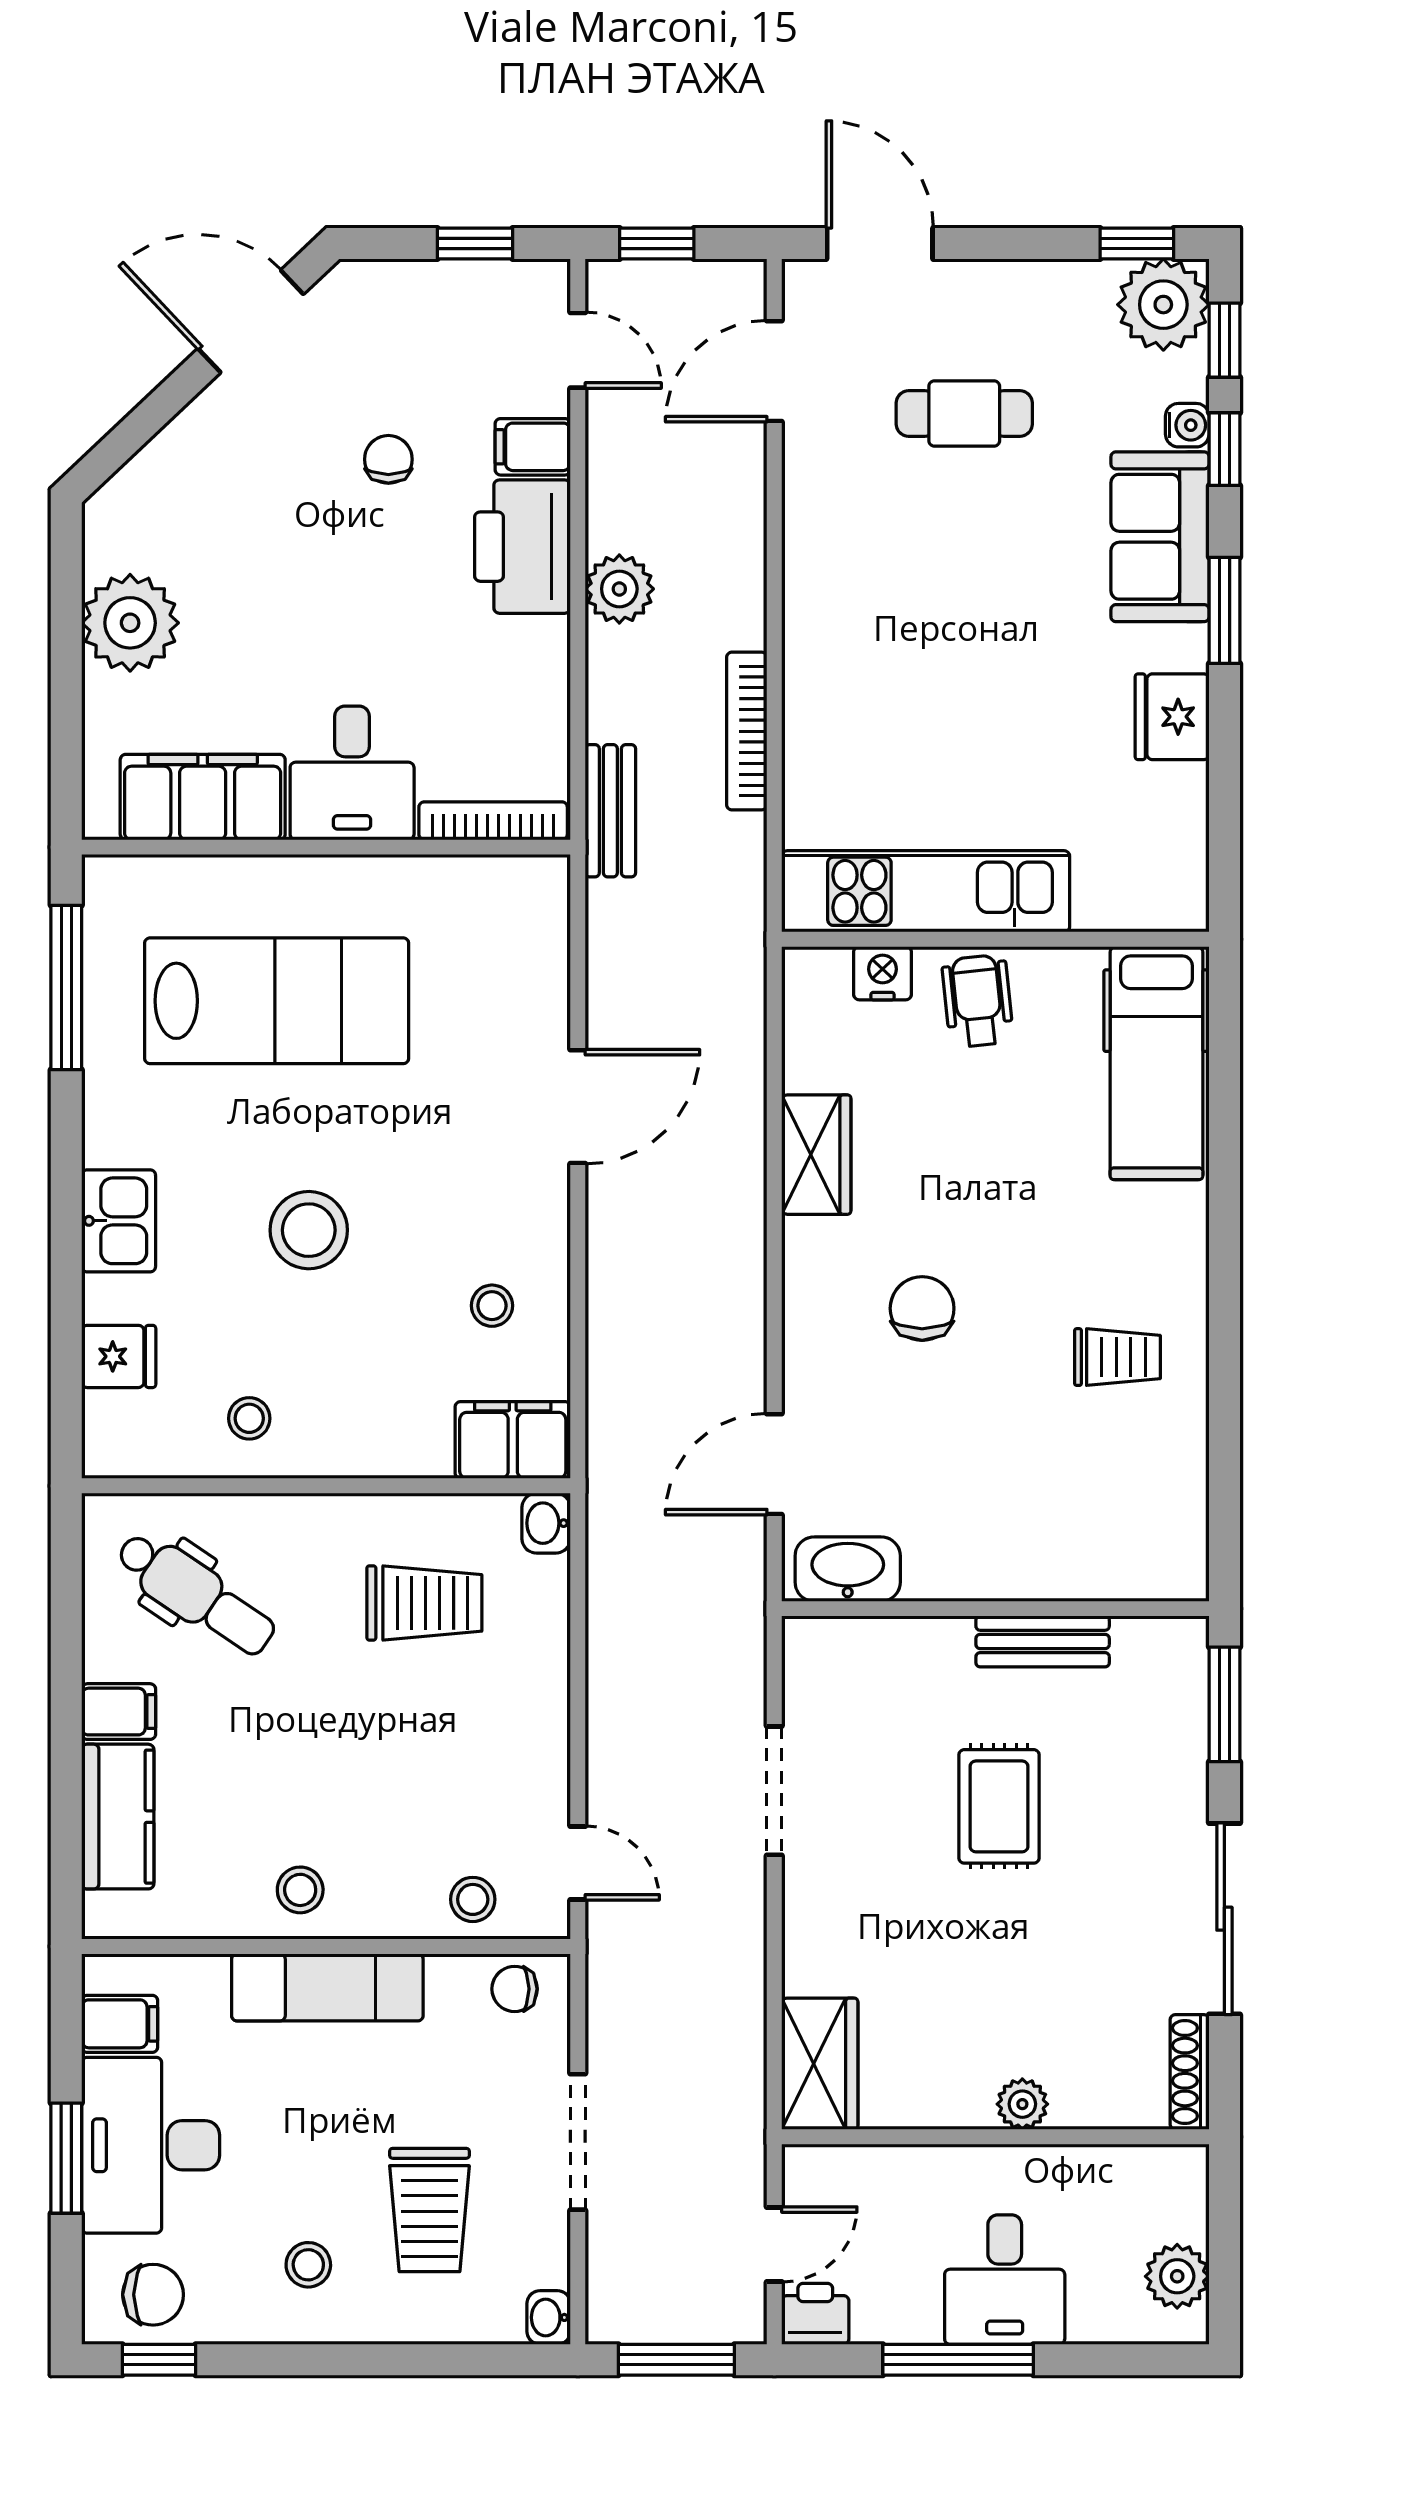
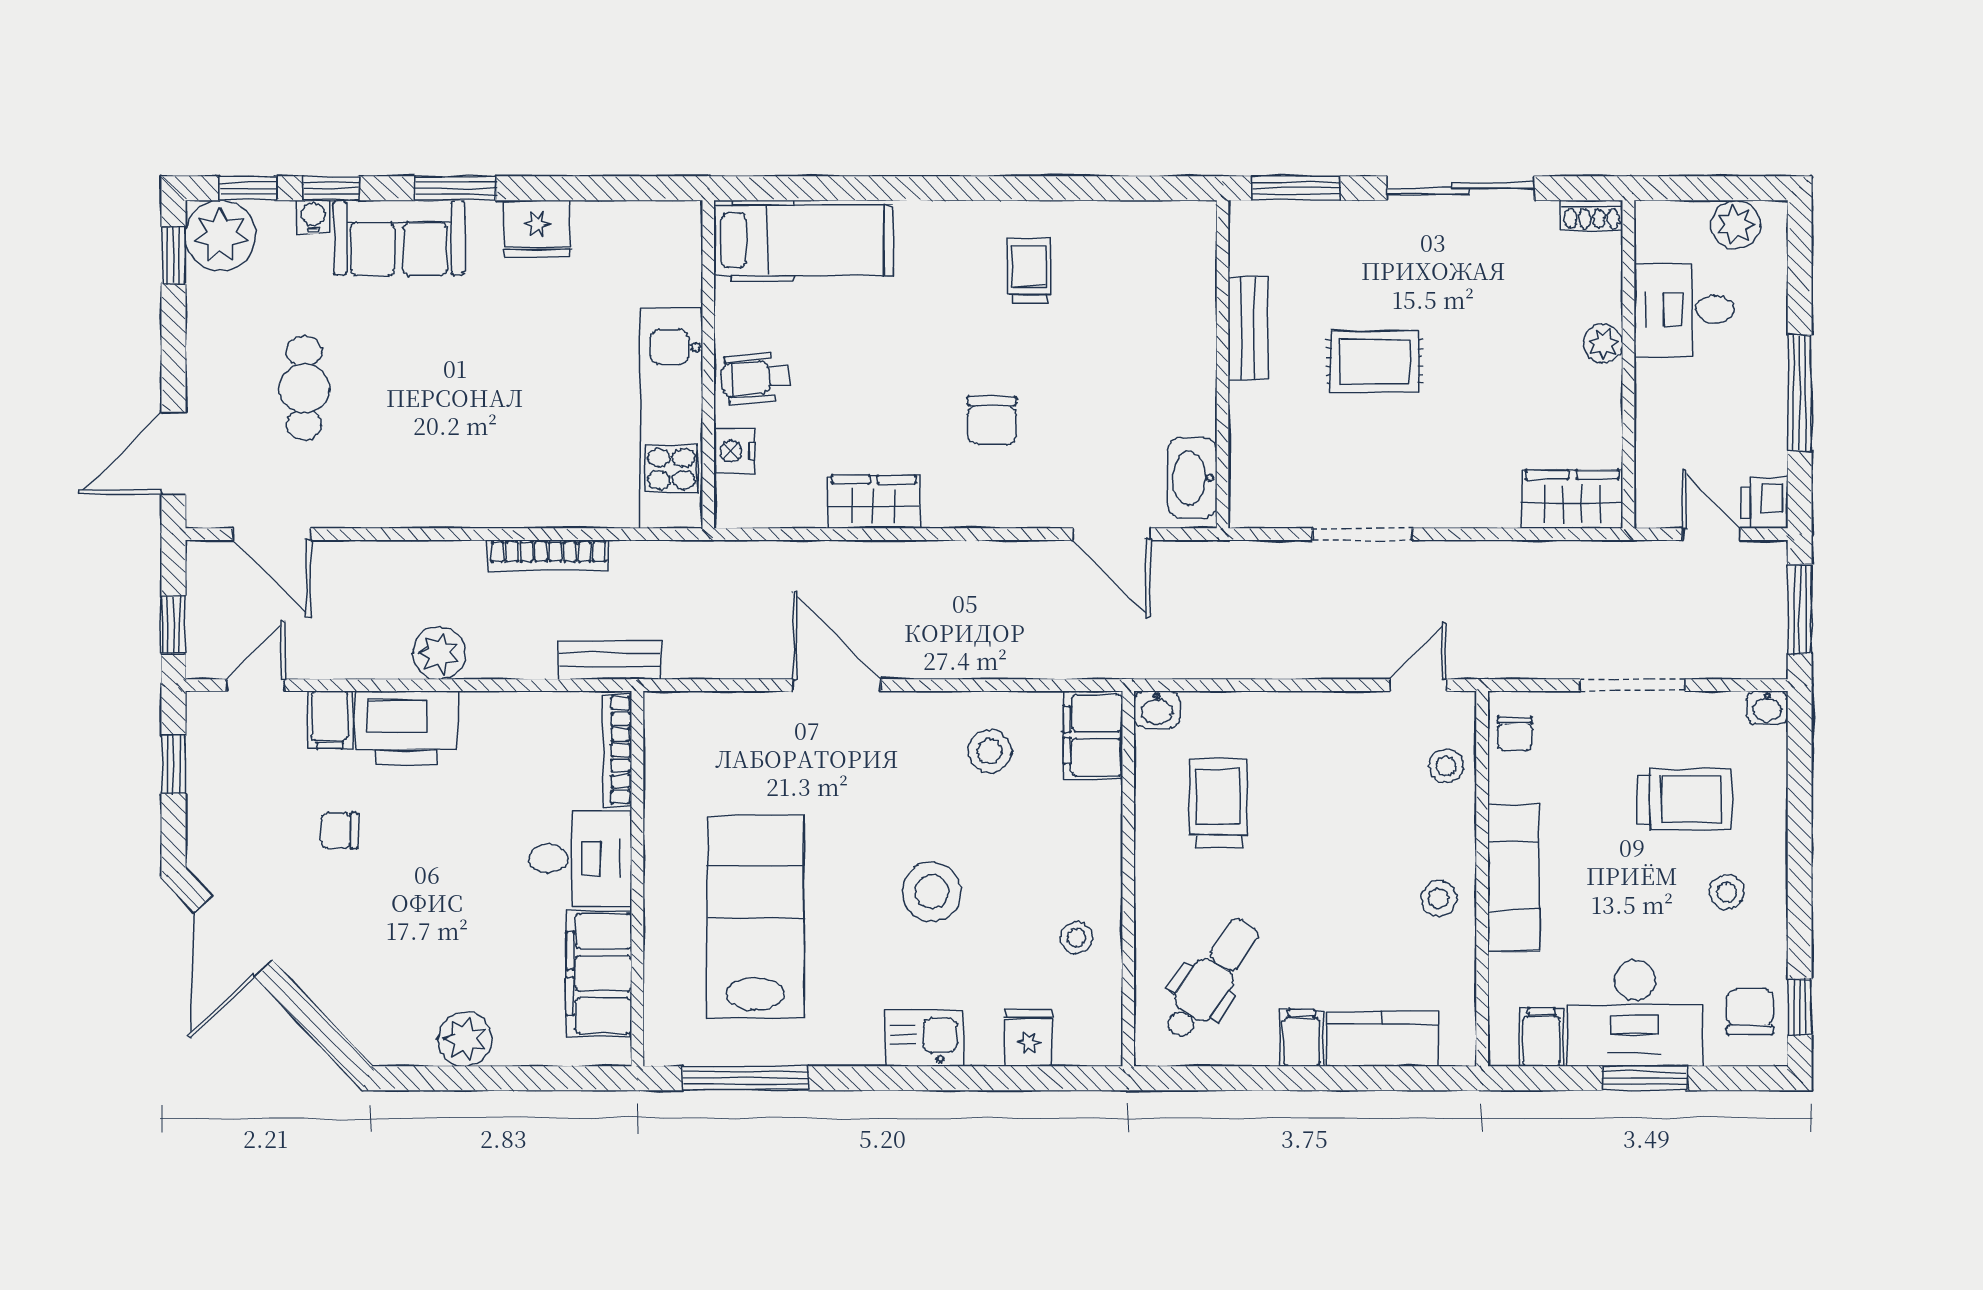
plant: (130, 623) -> (465, 1039), width x0.73, depth x0.73
stool: (492, 1306) -> (990, 751), width x1.37, depth x1.37
chair: (922, 1308) -> (992, 421), turned -90
shoe rack: (1190, 2072) -> (1592, 215), width x0.70
desk: (1005, 2280) -> (1684, 310), moved, turned 180

